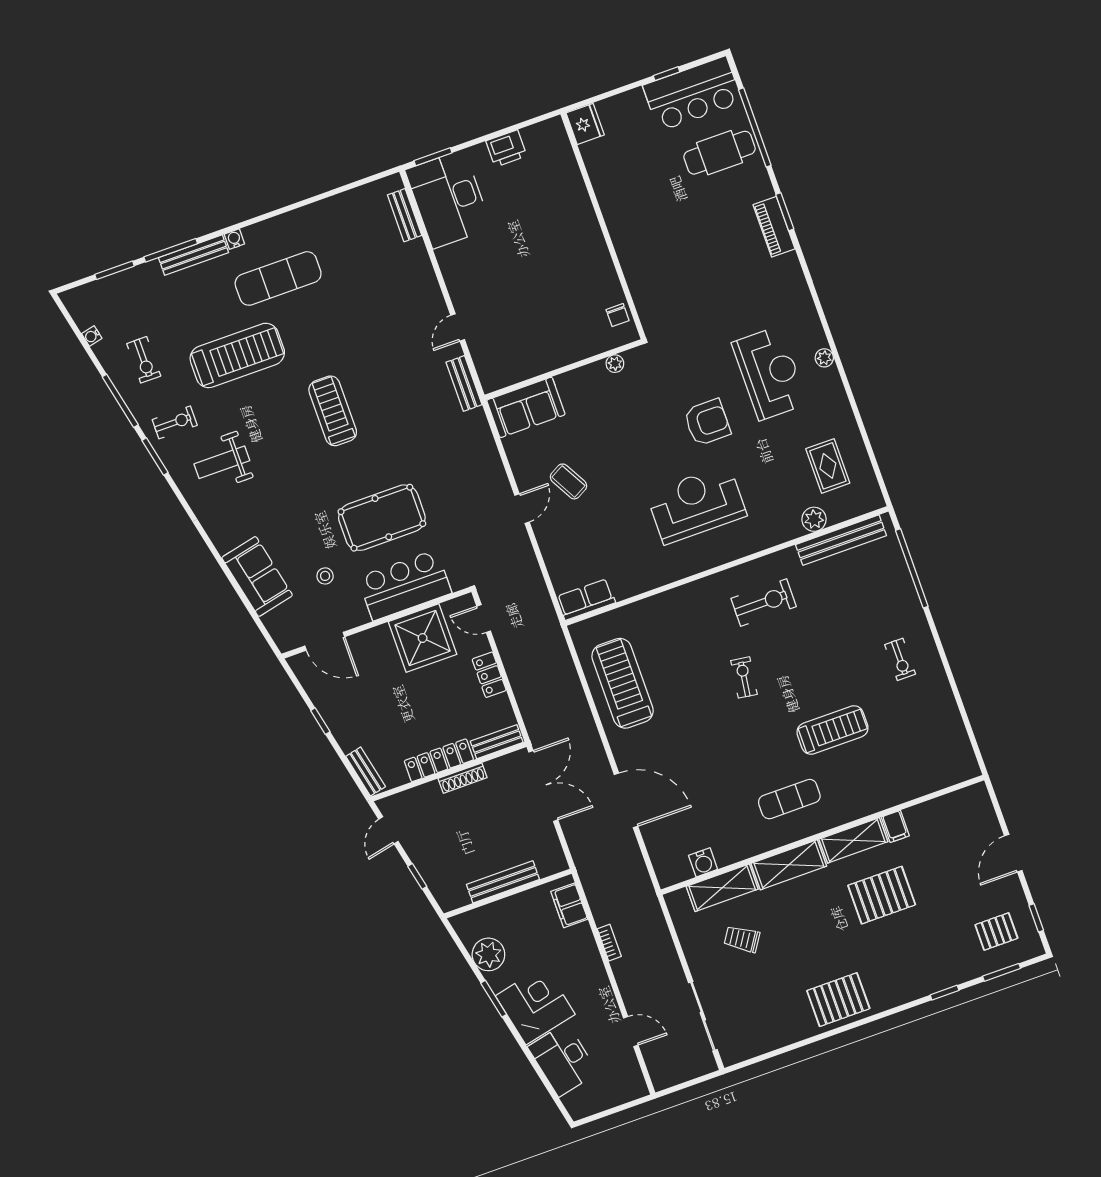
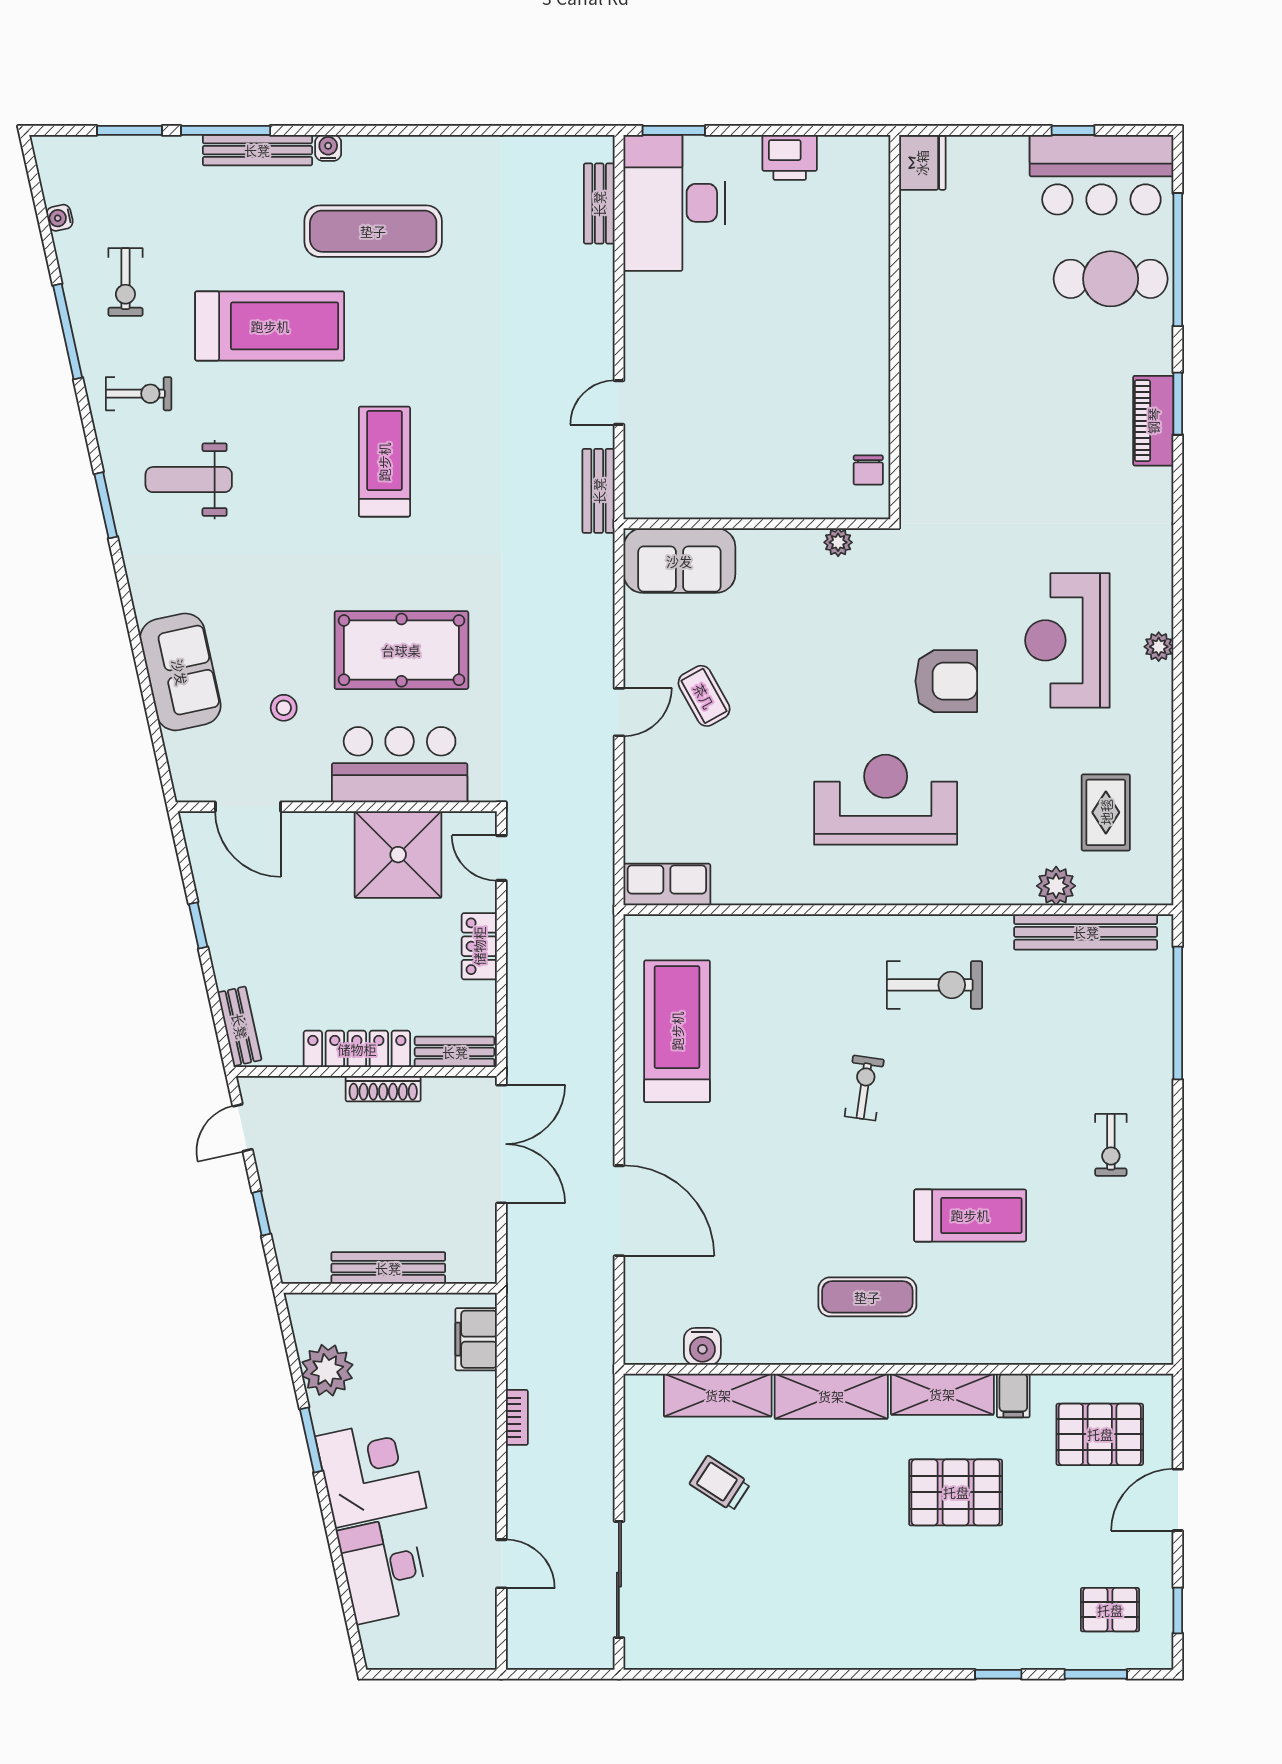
reception desk: (770, 373) -> (1067, 640), turned 180
window: (155, 456) -> (106, 505), moved
pallet: (838, 1000) -> (1100, 1434), moved

